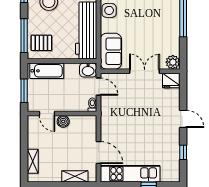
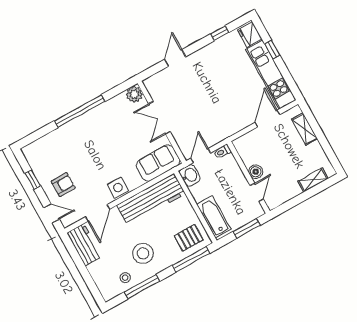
pallet: (41, 43) -> (189, 238), turned 90
fridge: (171, 81) -> (250, 34), moved, turned 180
door: (183, 119) -> (175, 58), moved

